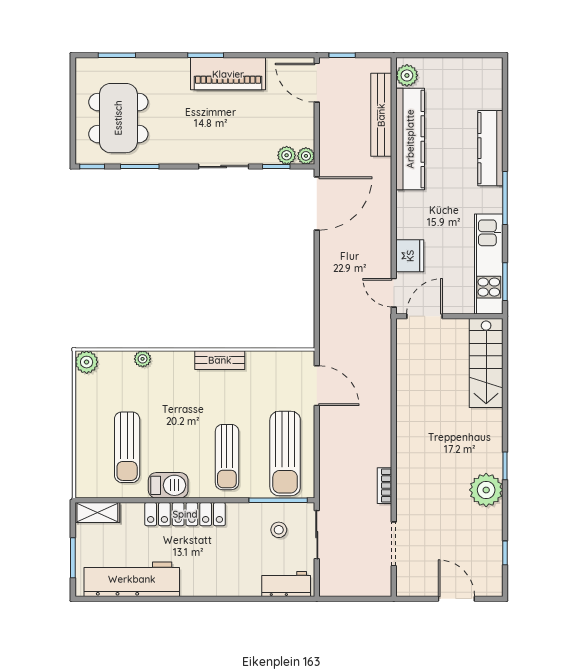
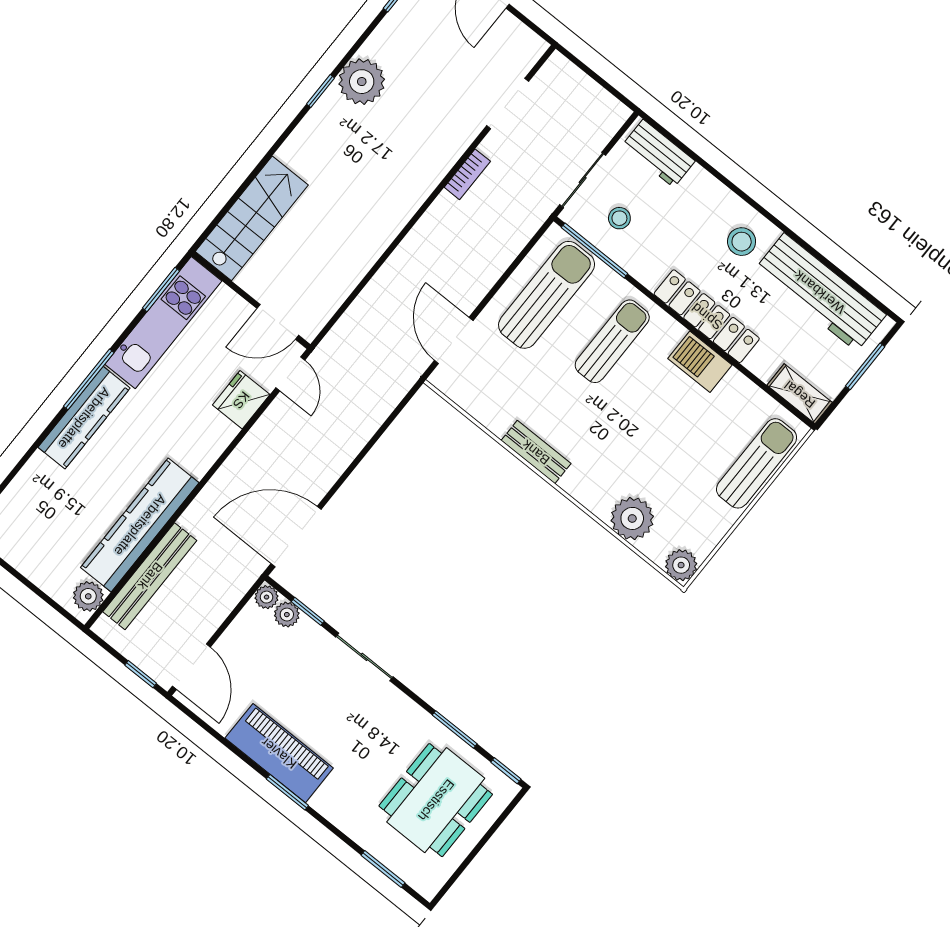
kitchen counter: (490, 148) -> (84, 418), moved
plant: (143, 359) -> (632, 518), width x1.88, depth x1.88
sun lounger: (127, 447) -> (757, 463), moved
stool: (199, 572) -> (742, 242), added

